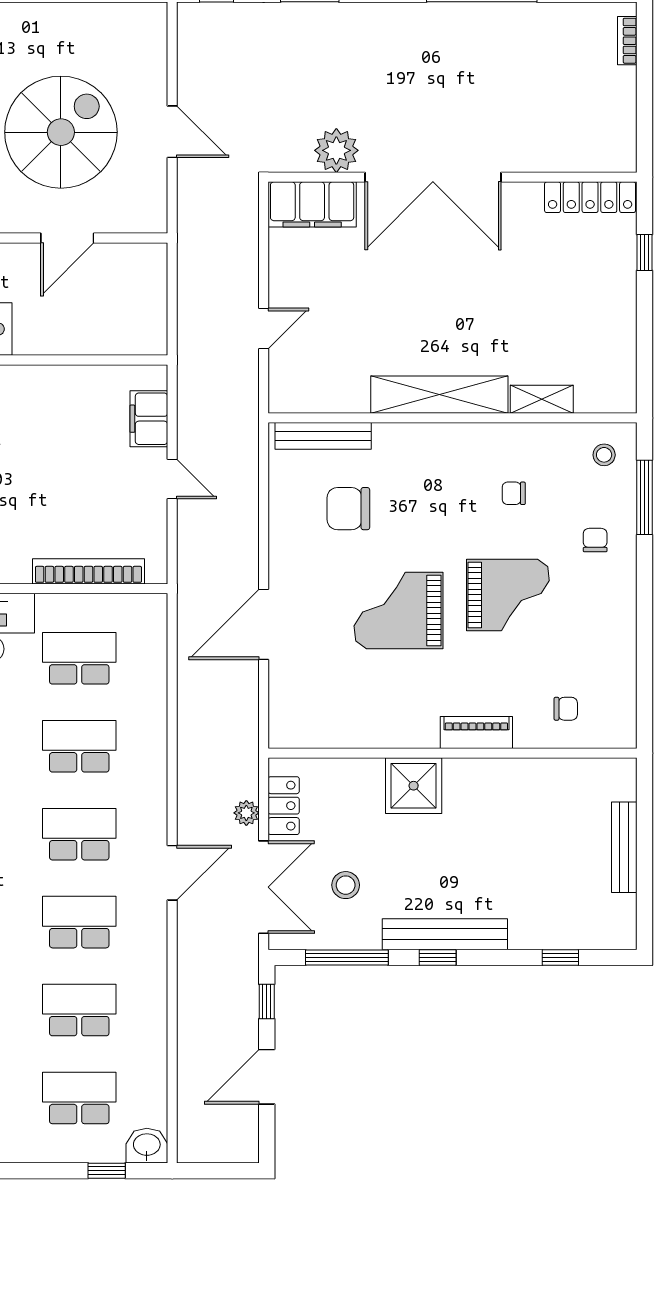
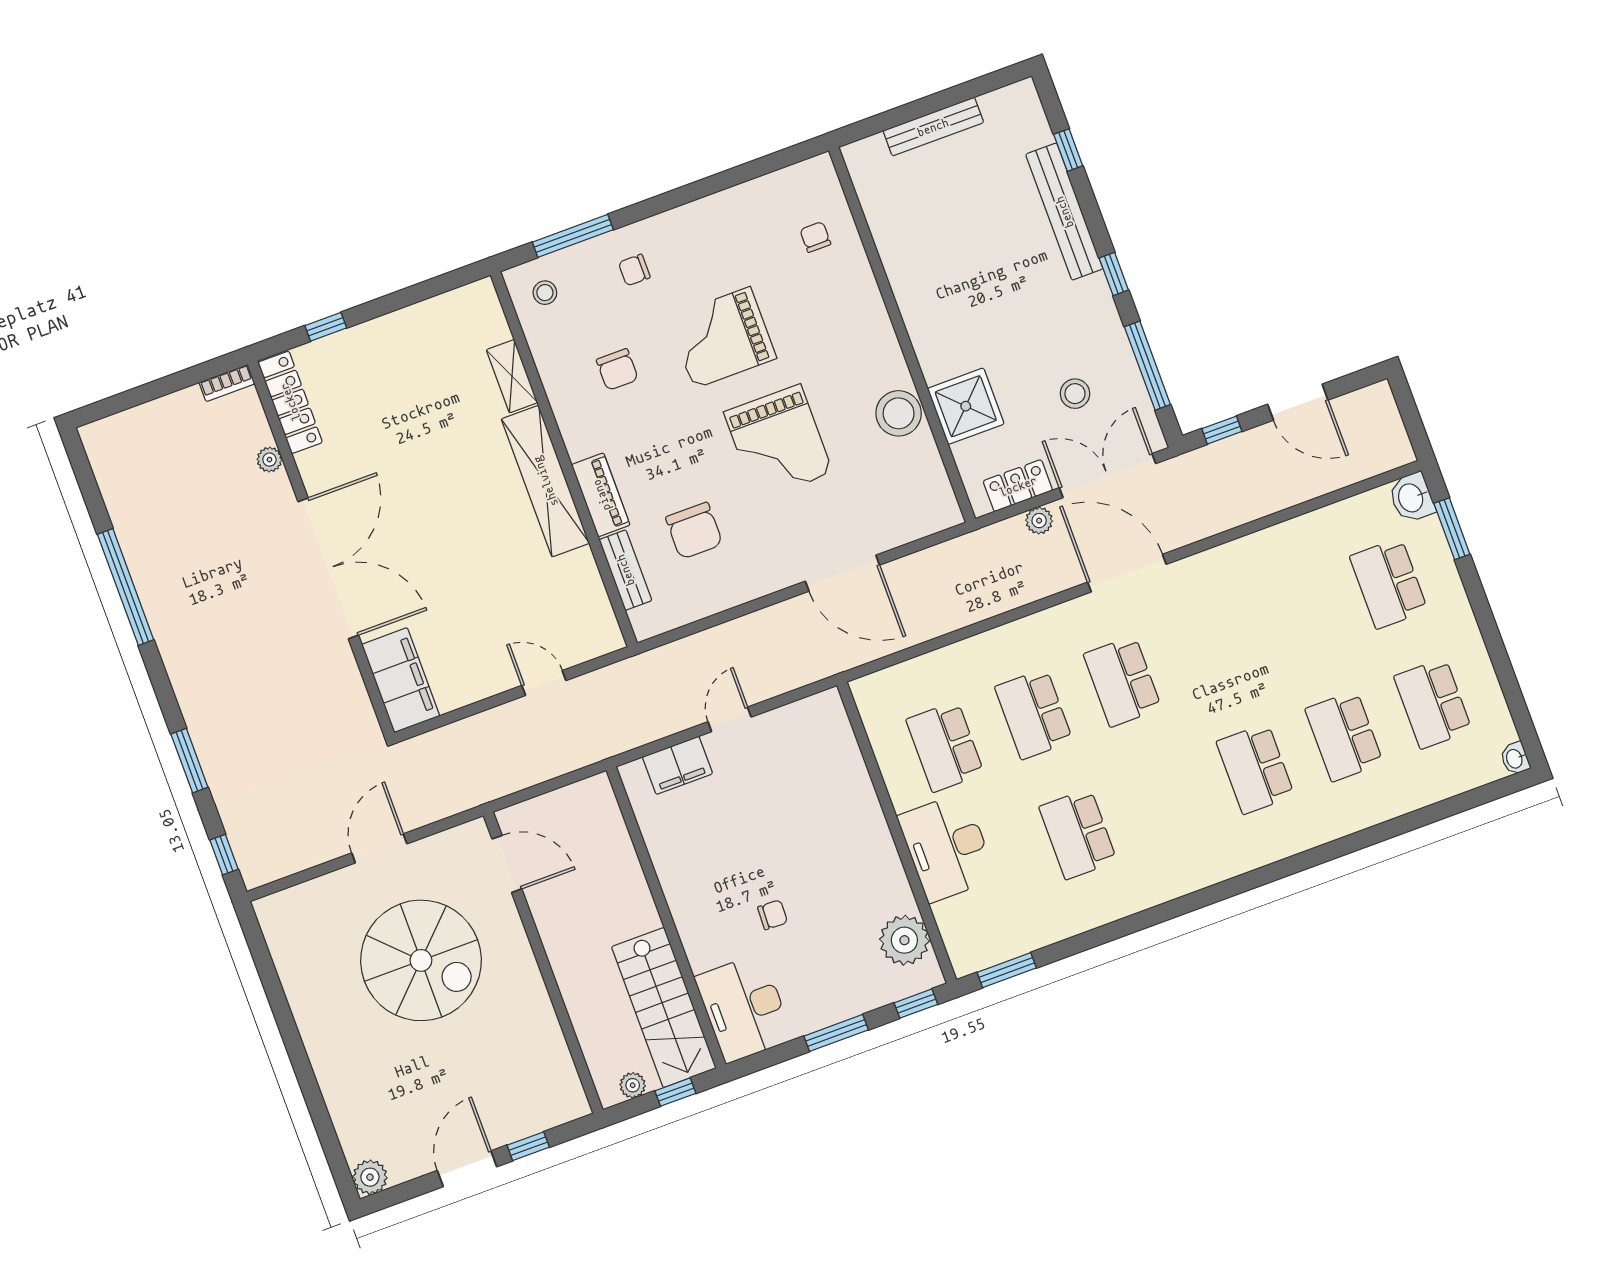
bookcase: (627, 41) -> (227, 383), moved
spiral stairs: (61, 132) -> (421, 960), turned 180
plant: (336, 150) -> (269, 460), moved, width x0.53, depth x0.53
door: (67, 238) -> (507, 864), moved
bench: (323, 436) -> (625, 570), width x0.73
chair: (514, 493) -> (617, 370), width x1.37, depth x1.37
bookcase: (88, 571) -> (854, 770), removed
grand piano: (508, 595) -> (722, 338), turned -90
stool: (385, 725) -> (899, 413), added
piano: (476, 733) -> (601, 495), moved, turned 180
shower: (414, 786) -> (966, 406), moved
door: (172, 873) -> (1127, 573), width x1.36
school desk: (79, 922) -> (1211, 649), removed
bench: (445, 934) -> (1064, 212), moved
school desk: (79, 1010) -> (1300, 616), removed
window: (107, 1171) -> (1452, 529), width x1.50

